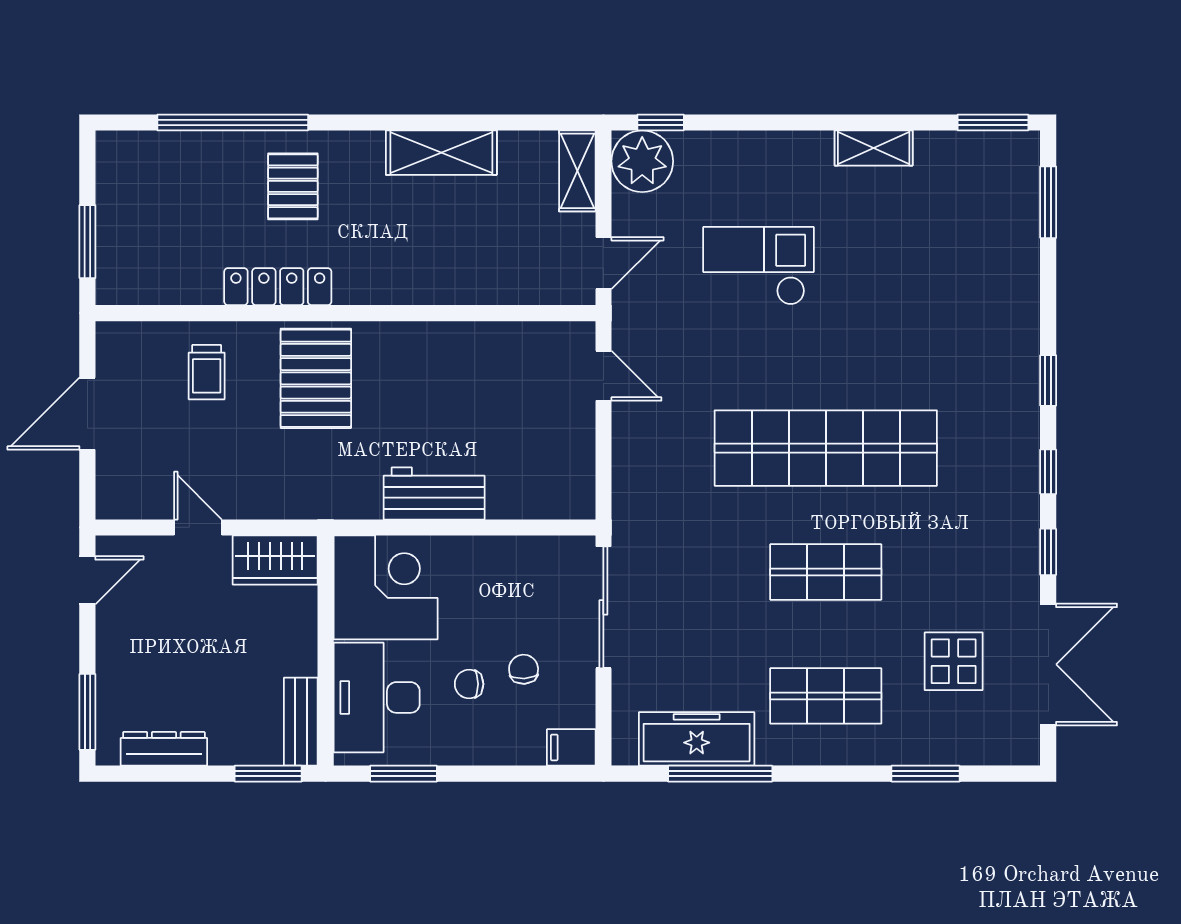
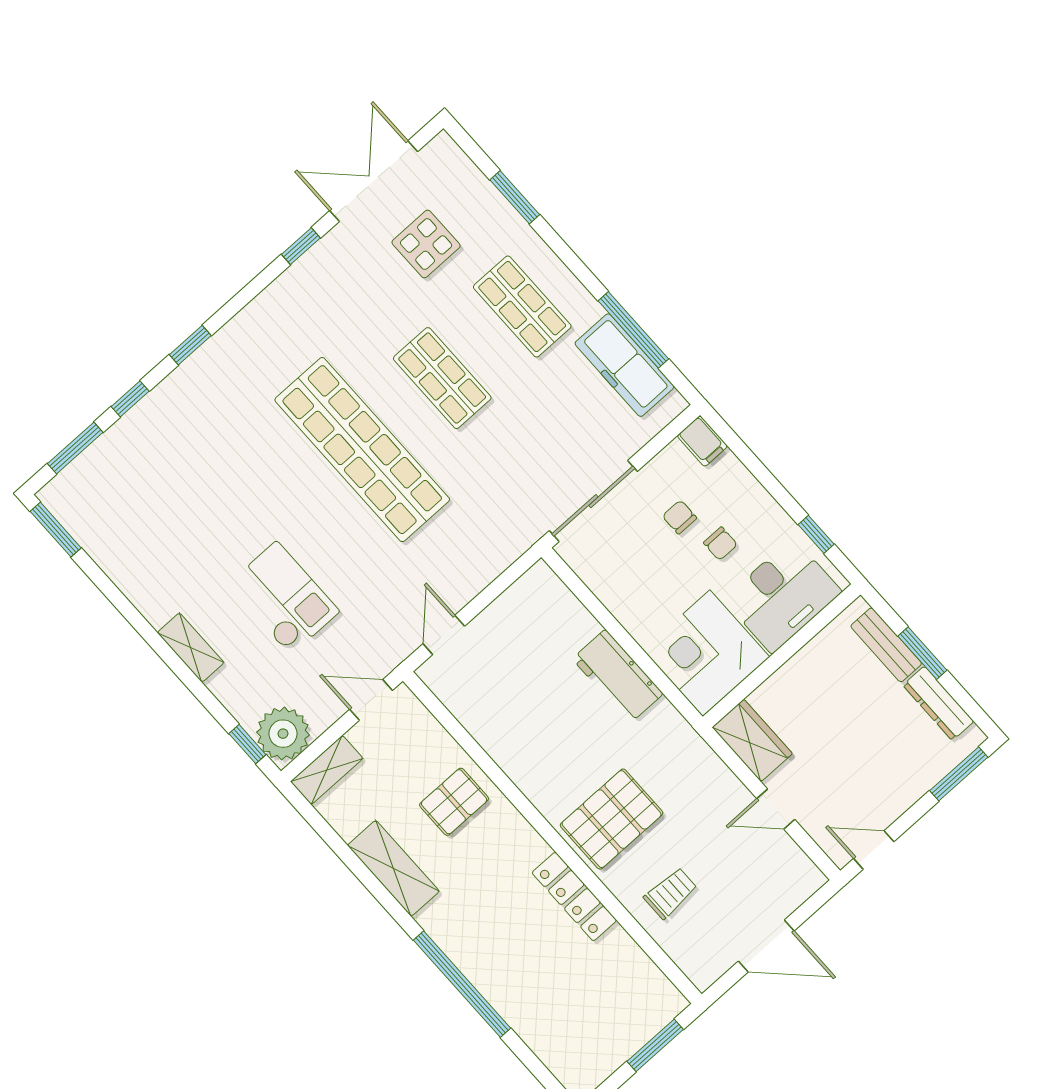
window: (233, 123) -> (462, 984), moved
shelving: (874, 148) -> (191, 648), moved
pallet: (293, 186) -> (454, 802), moved
checkout: (759, 266) -> (283, 598), turned 180
window: (1048, 472) -> (130, 399), moved
door: (198, 527) -> (776, 809), hinge flipped
chair: (524, 669) -> (679, 517), turned 93
bench: (301, 722) -> (886, 645), moved, turned 90
window: (268, 774) -> (922, 653), moved
window: (403, 774) -> (816, 534), width x0.67

